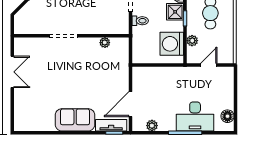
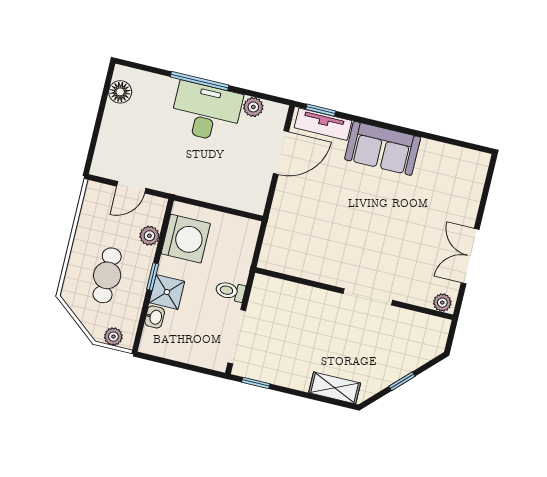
plant: (105, 43) -> (442, 303), moved
desk: (195, 117) -> (206, 112), moved

